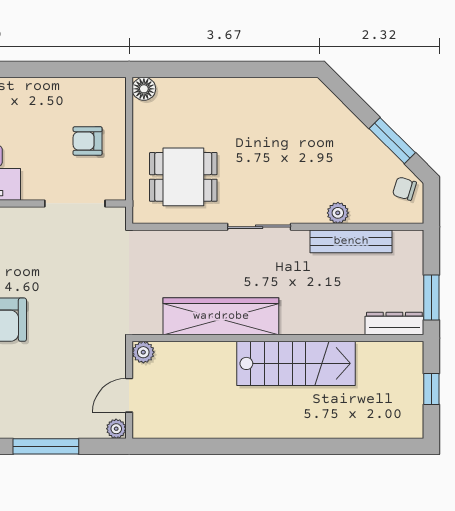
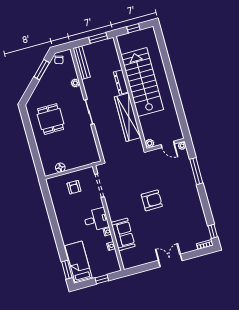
floor lamp: (144, 89) -> (60, 168), moved
dining table: (183, 177) -> (51, 119), moved
bench: (351, 241) -> (82, 63), moved
dresser: (394, 324) -> (121, 82), moved
stairs: (296, 363) -> (142, 82), width x1.36, depth x1.51

